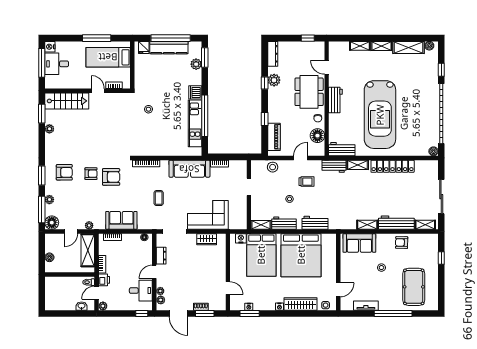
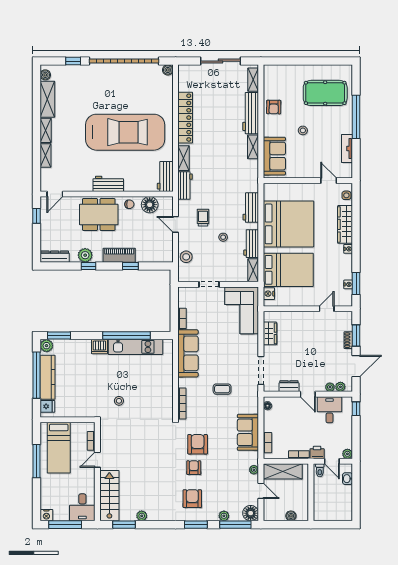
desk: (57, 64) -> (82, 507), moved
plant: (196, 64) -> (47, 346), moved
door: (327, 67) -> (55, 194), moved
piano: (274, 137) -> (119, 255), moved
corner sofa: (208, 215) -> (242, 310), moved
window: (441, 258) -> (292, 61), removed

